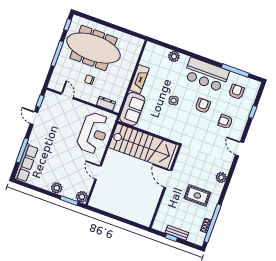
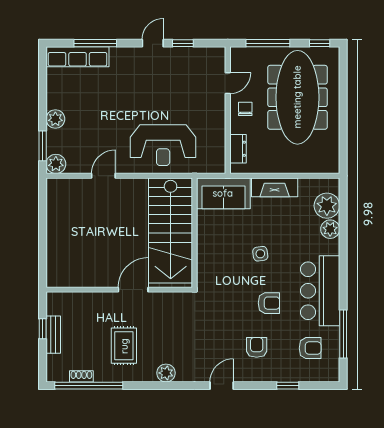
plant: (160, 54) -> (327, 206), added
door: (67, 96) -> (228, 83), moved
wall: (82, 101) -> (228, 110), moved
dresser: (106, 104) -> (238, 149), moved

